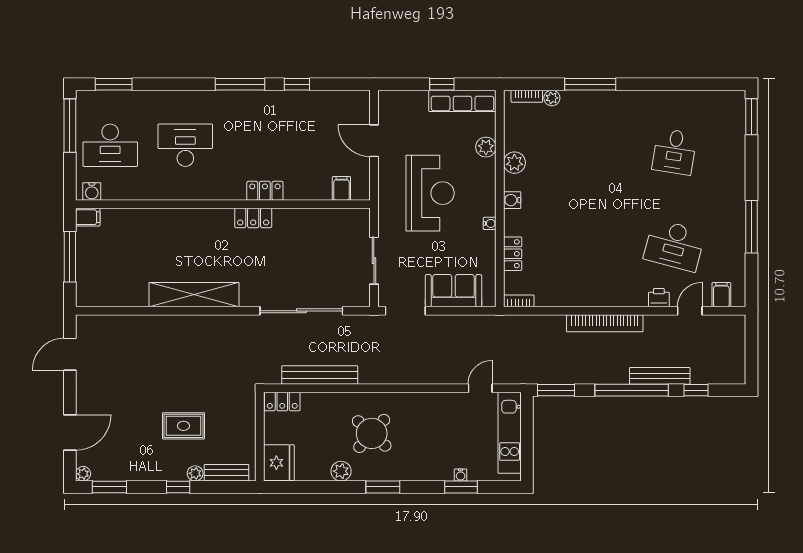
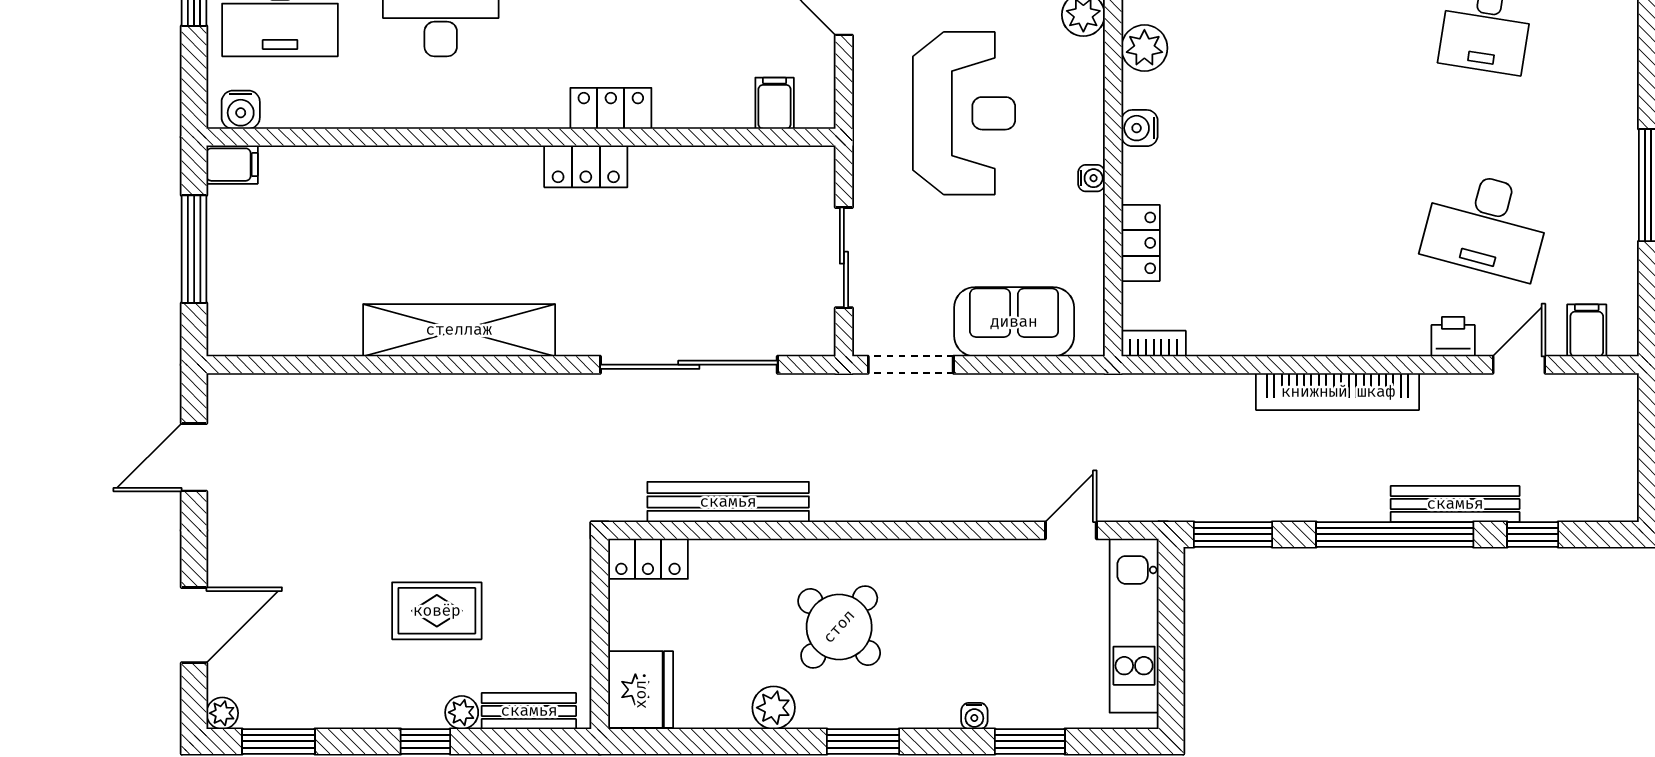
water cooler: (461, 475) -> (974, 716), moved

